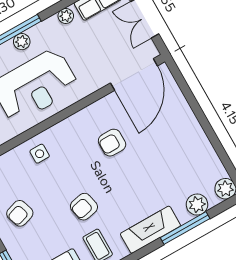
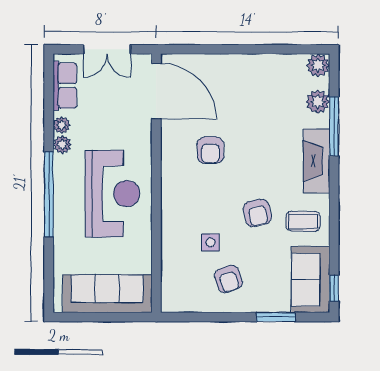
plant: (22, 42) -> (62, 145), moved
side table: (40, 154) -> (210, 242), moved

